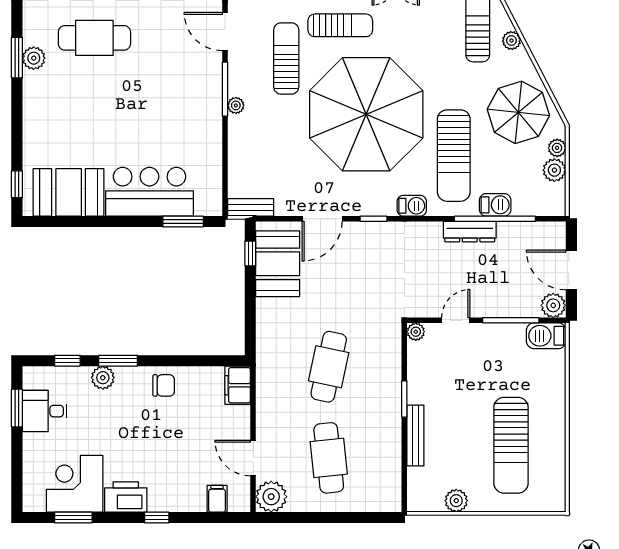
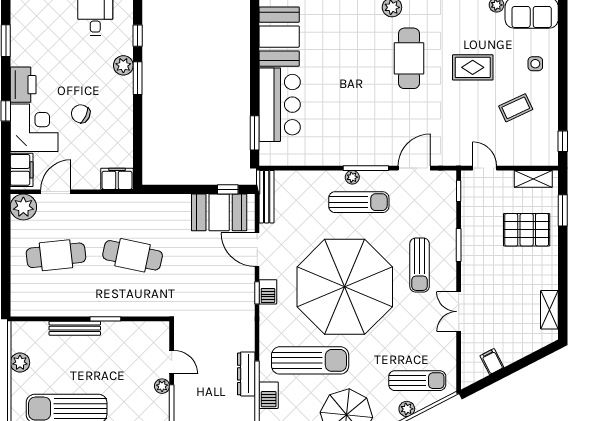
sun lounger: (286, 58) -> (359, 202), moved
sun lounger: (454, 156) -> (310, 360), turned 180
barbecue: (412, 206) -> (268, 292), moved
bench: (251, 207) -> (267, 197), width x1.36
plant: (416, 332) -> (162, 386), moved
chair: (164, 385) -> (81, 114), moved, turned 115
corner desk: (75, 484) -> (34, 128), moved
filing cabinet: (217, 499) -> (22, 170), width x2.00

